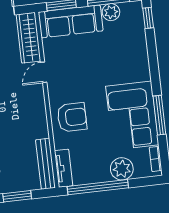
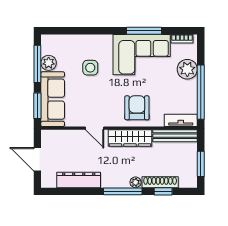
window: (148, 18) -> (57, 31), removed
wardrobe: (28, 38) -> (130, 138), moved
side table: (111, 60) -> (90, 68), added

